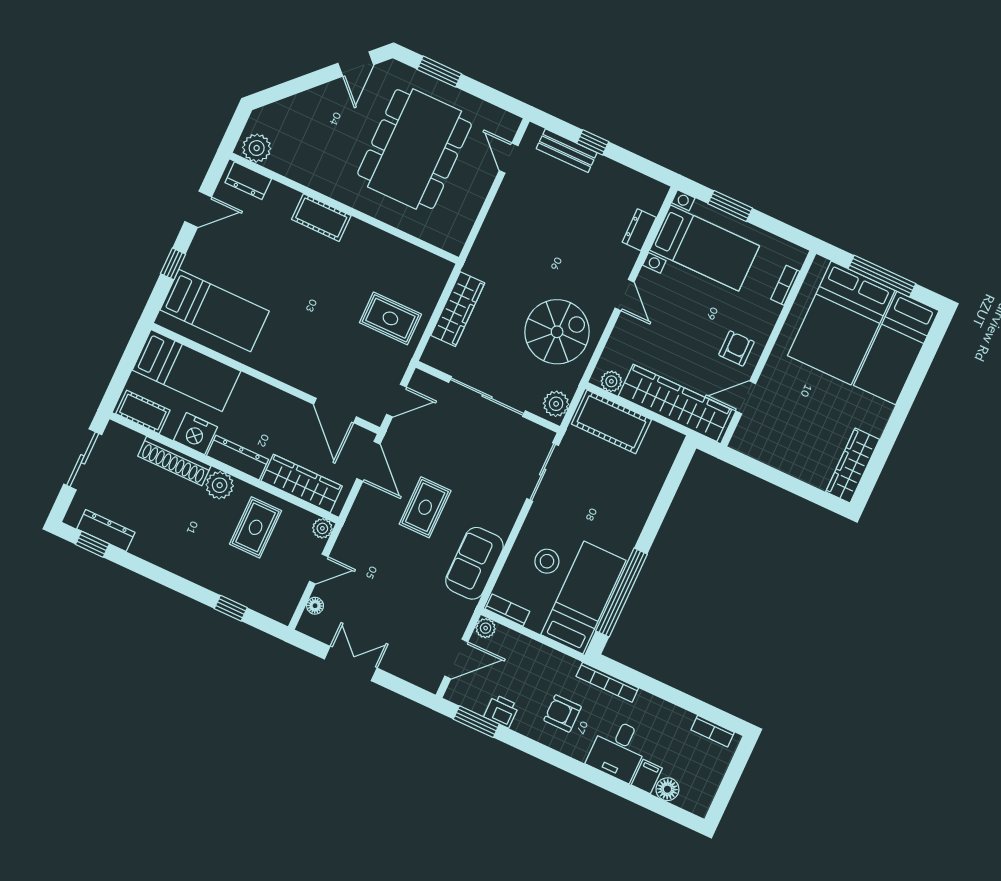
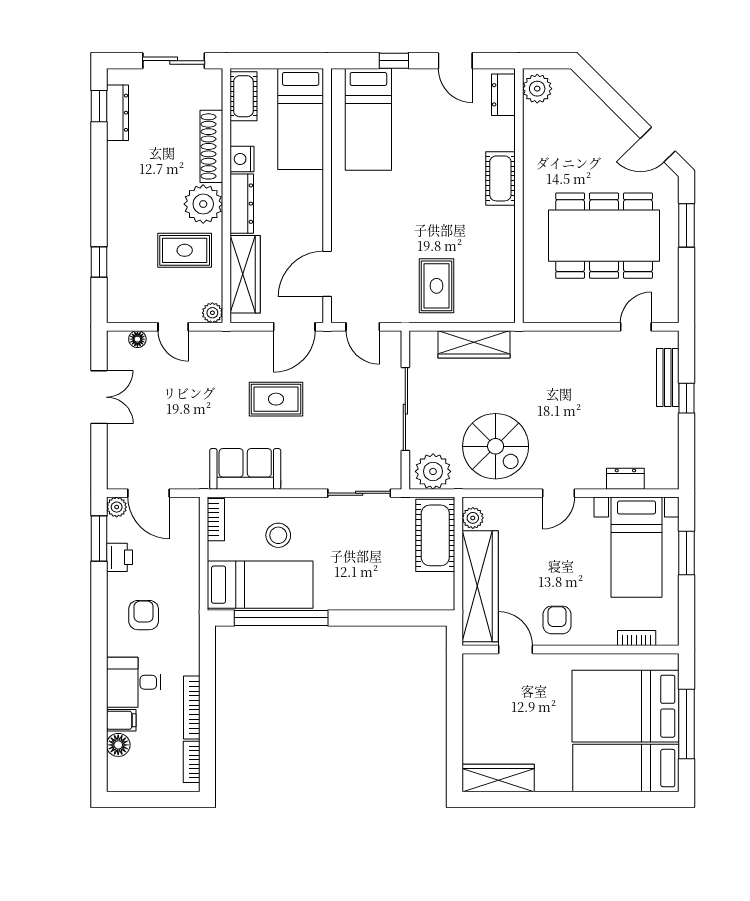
armchair: (736, 348) -> (557, 620), turned -90
plant: (556, 404) -> (433, 471), width x1.36, depth x1.36
nightstand: (195, 434) -> (242, 159), width x0.74, depth x0.75
plant: (220, 485) -> (203, 204), width x1.36, depth x1.36
plant: (486, 628) -> (117, 507), moved
bookcase: (607, 682) -> (192, 708), moved

